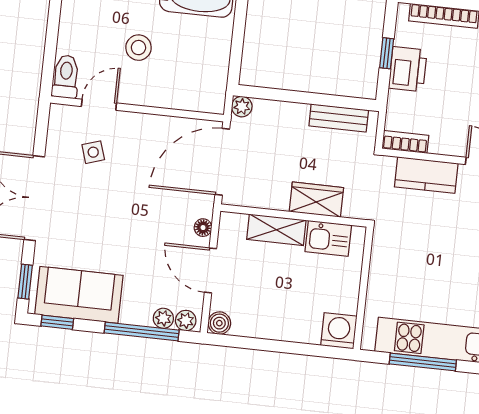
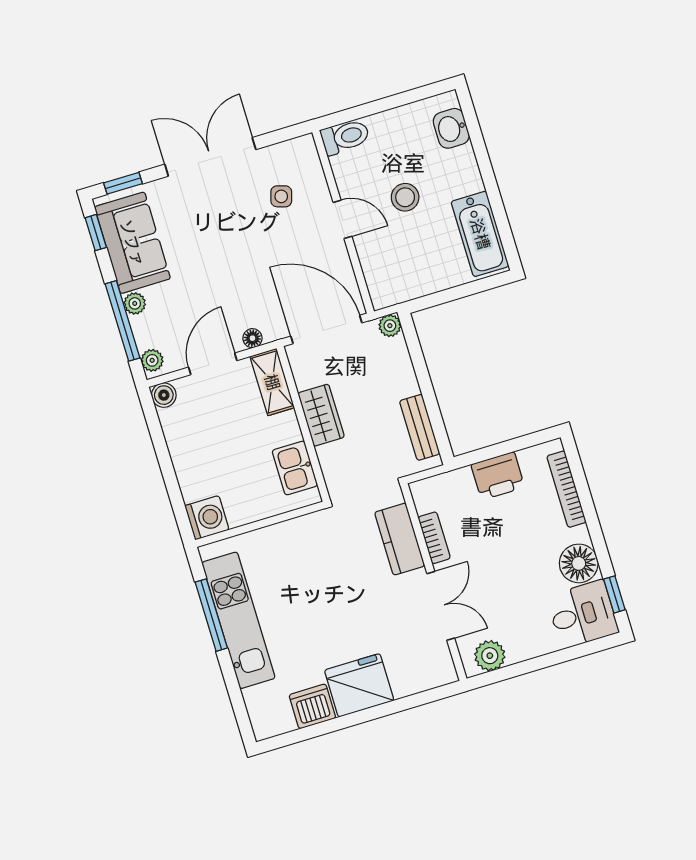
window: (387, 53) -> (505, 448), removed
door: (99, 105) -> (342, 219), moved
bookcase: (405, 142) -> (434, 538), moved
side table: (93, 152) -> (281, 196), turned 35
wardrobe: (316, 200) -> (321, 415), moved
shelving: (276, 230) -> (272, 382), moved
plant: (163, 318) -> (135, 303), moved

